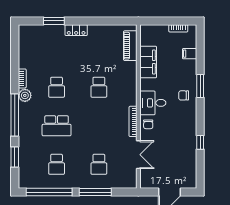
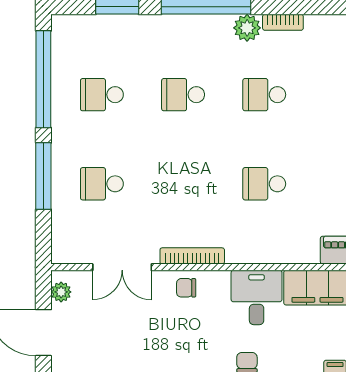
desk: (153, 103) -> (257, 298), moved
school desk: (57, 126) -> (183, 95), width x0.54
plant: (150, 184) -> (61, 292), added

